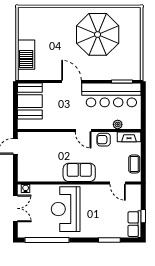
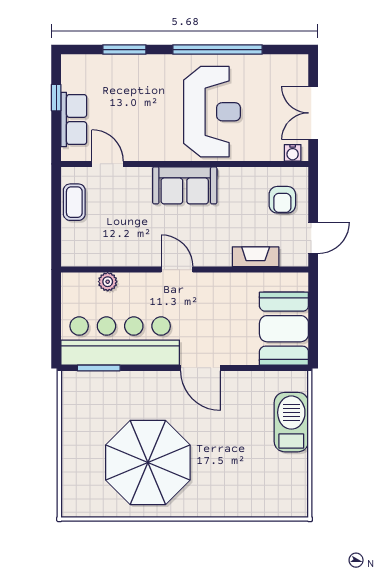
fireplace: (129, 137) -> (256, 257), moved
armchair: (104, 140) -> (282, 200), moved, turned 90
row of seats: (134, 224) -> (74, 120), moved
window: (47, 240) -> (217, 50), moved

